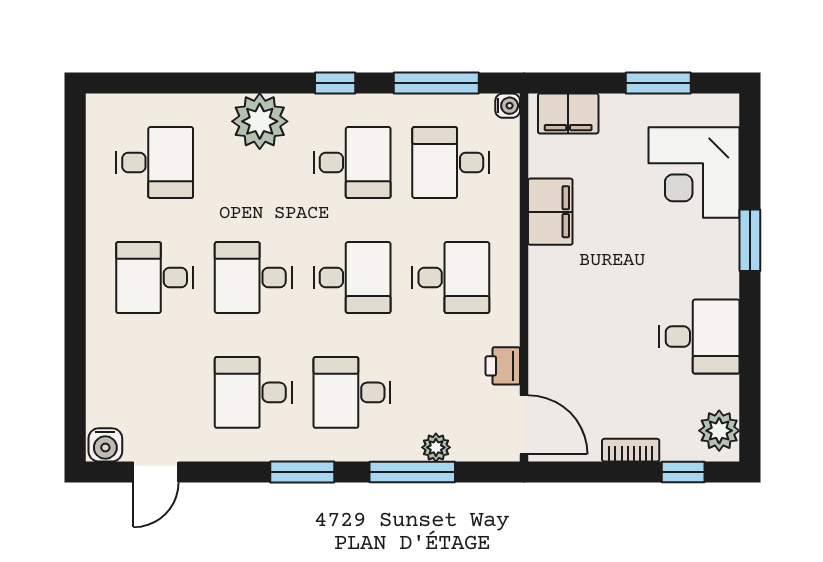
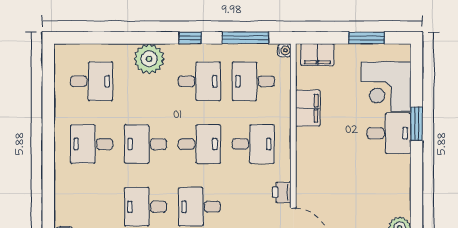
desk: (699, 337) -> (389, 133), moved

